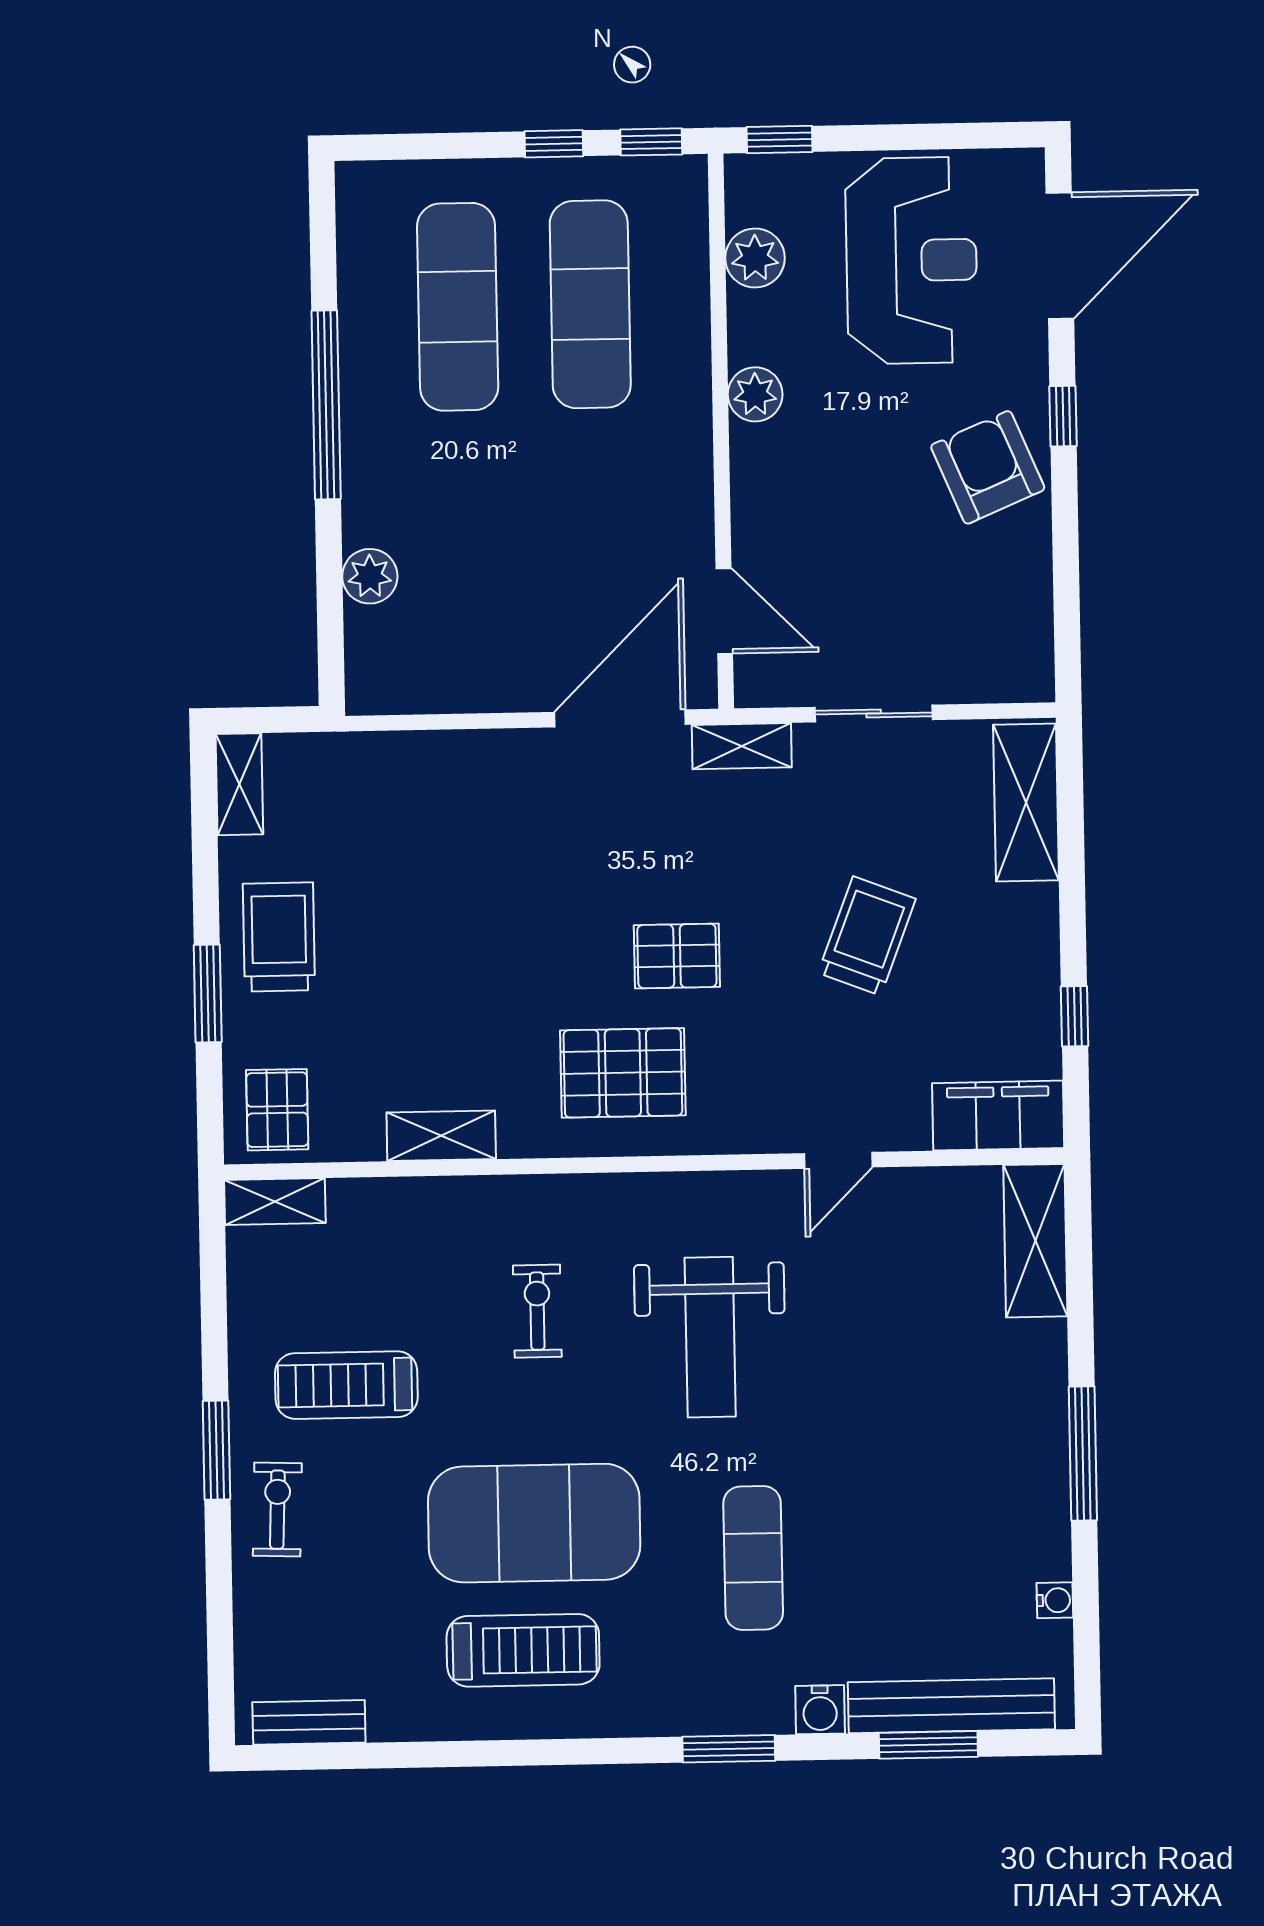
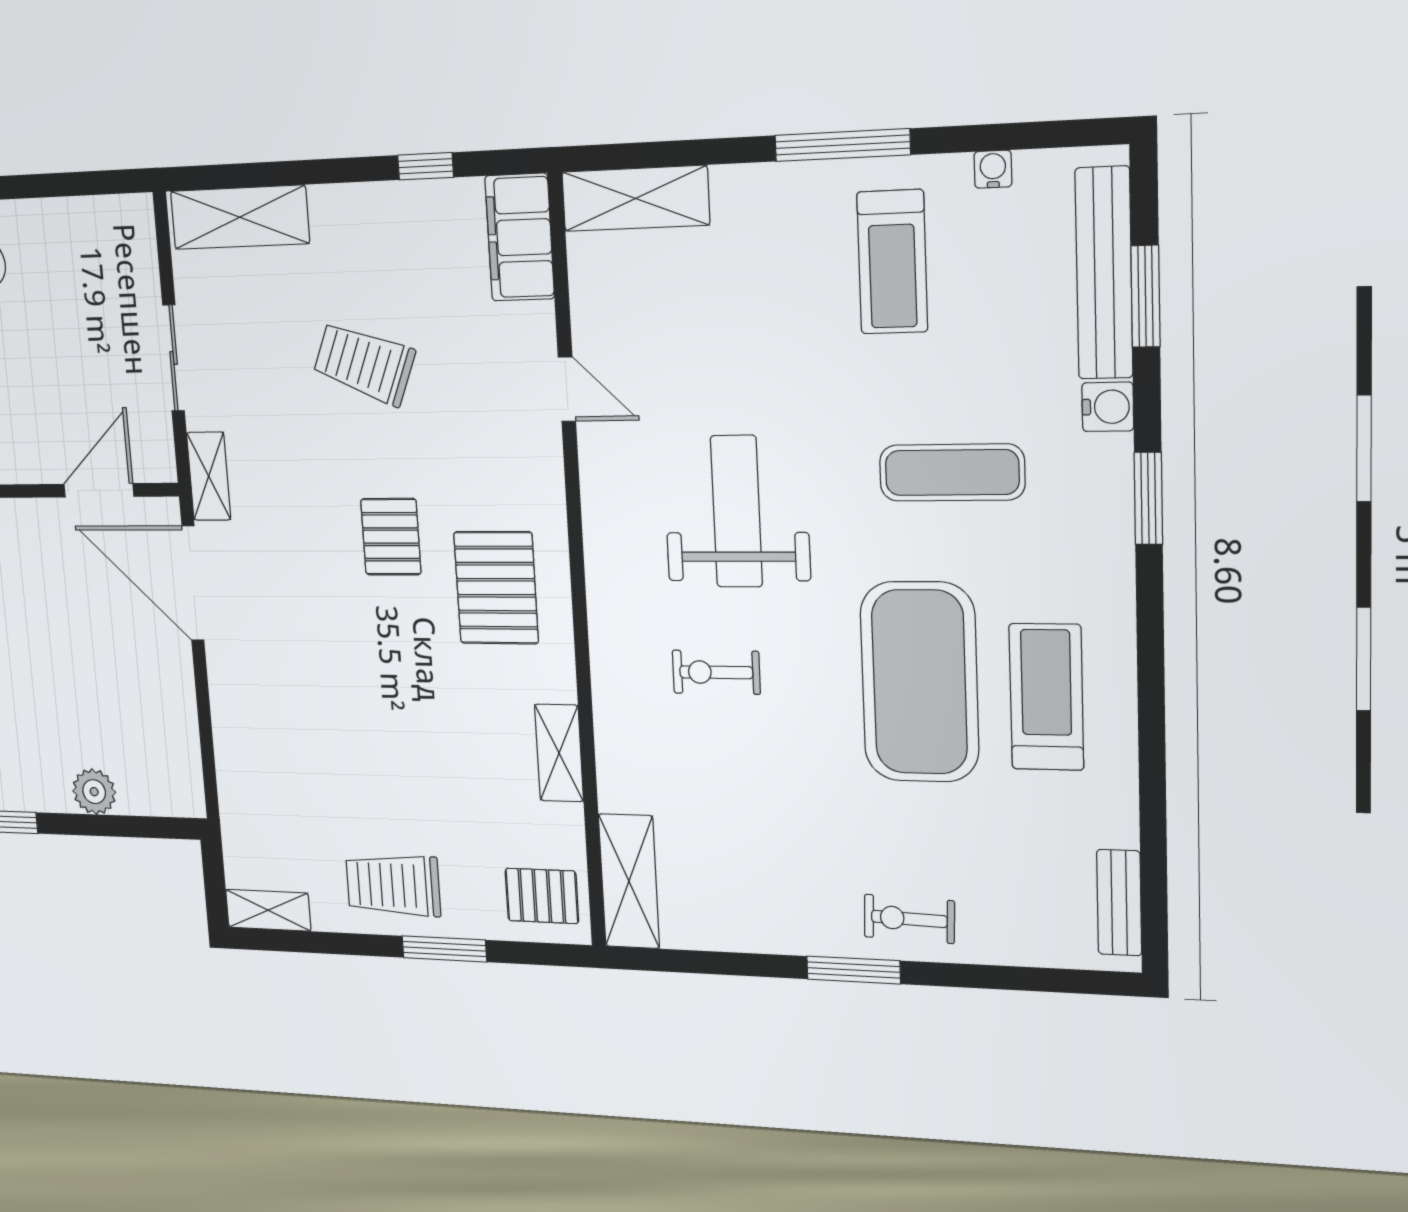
shelving: (275, 1202) -> (629, 881), width x1.50, depth x1.33
weight bench: (710, 1337) -> (736, 511), turned -90
treadmill: (346, 1385) -> (892, 262), moved

